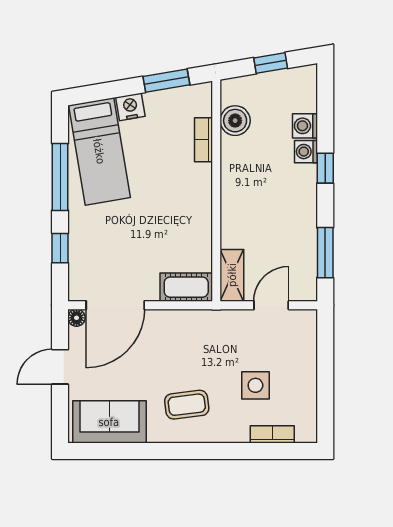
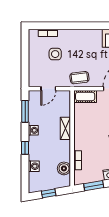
washing machine: (306, 152) -> (33, 130), moved
shelving: (232, 275) -> (65, 128), moved
coffee table: (187, 405) -> (79, 78), moved

